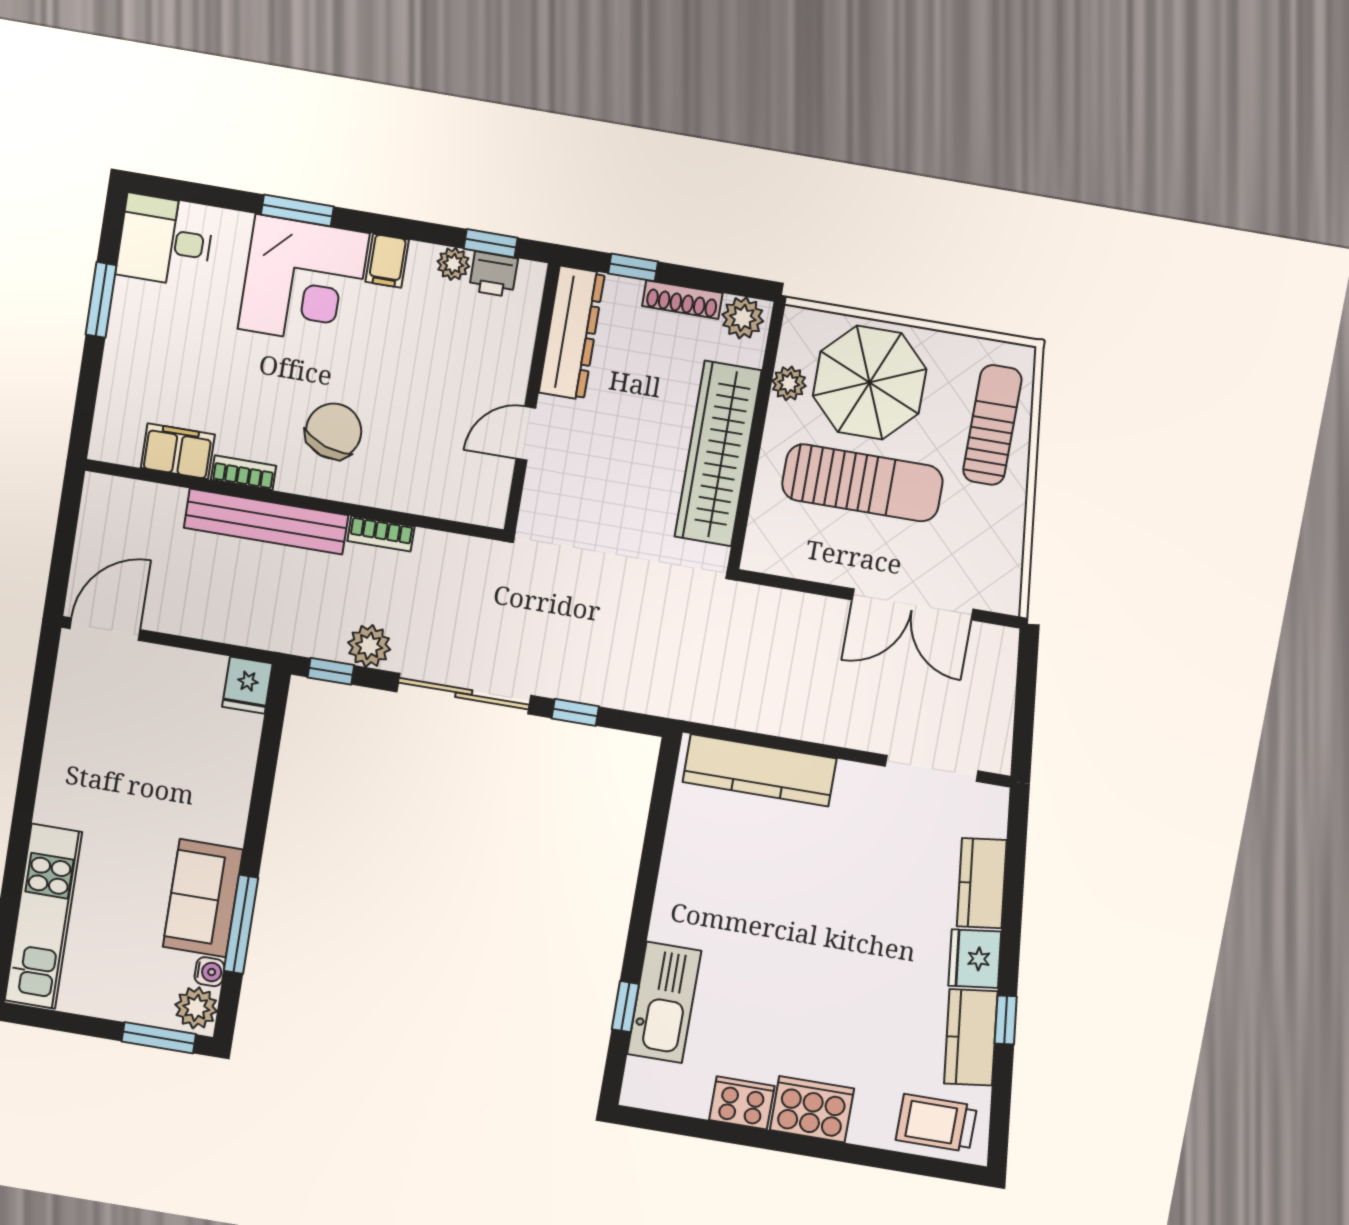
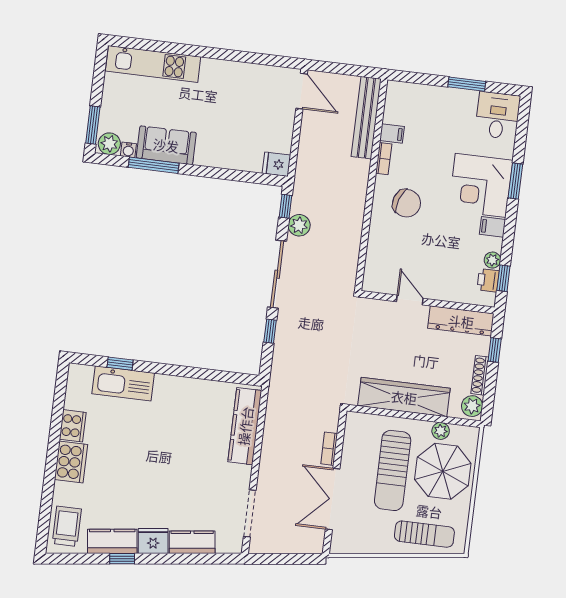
filing cabinet: (178, 451) -> (392, 134), width x0.50
bench: (266, 522) -> (366, 118), moved
bookcase: (381, 534) -> (329, 449), moved

